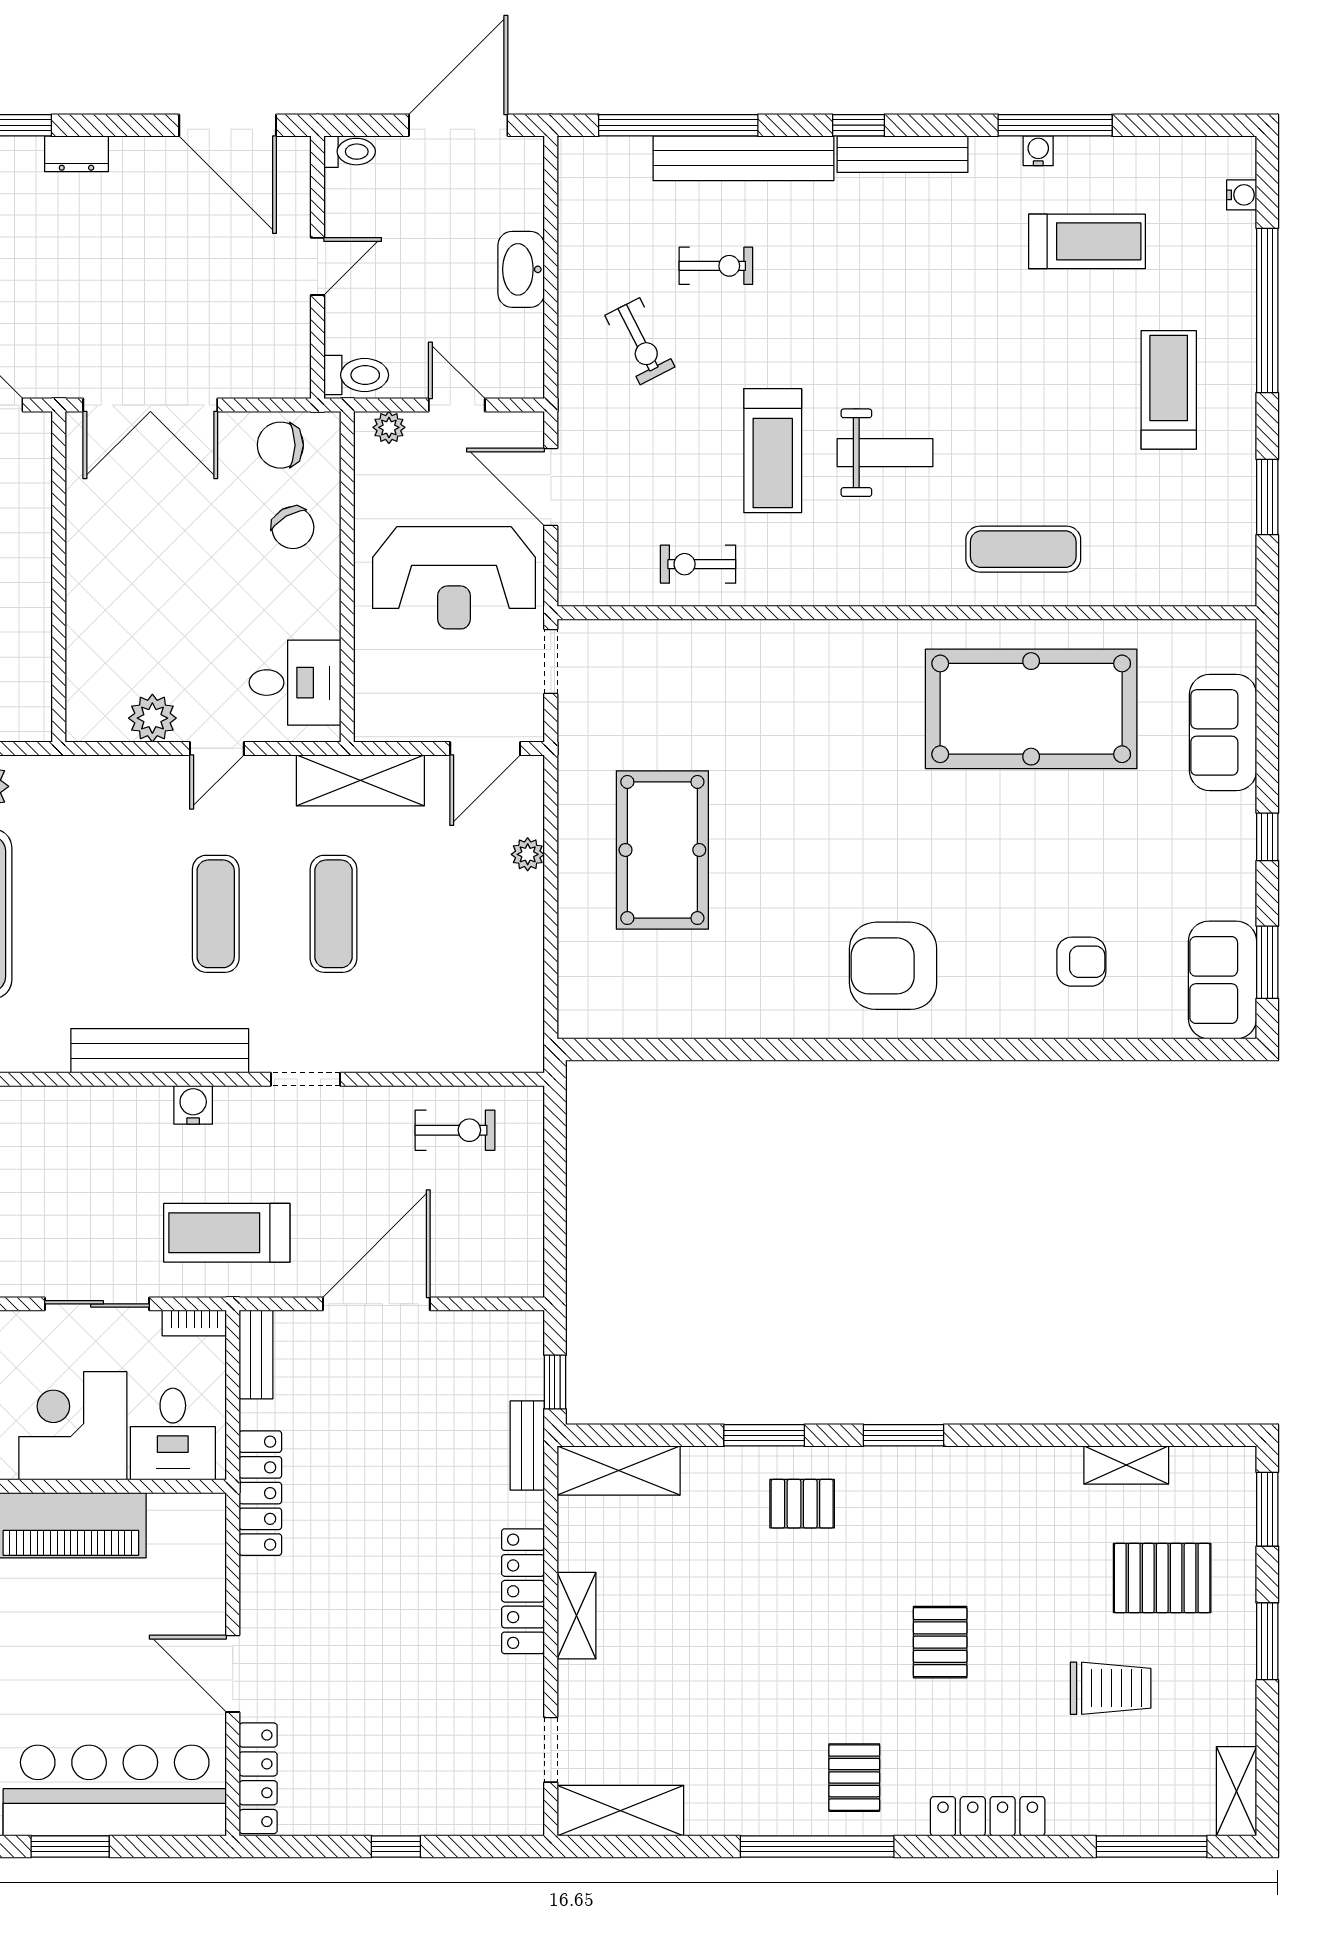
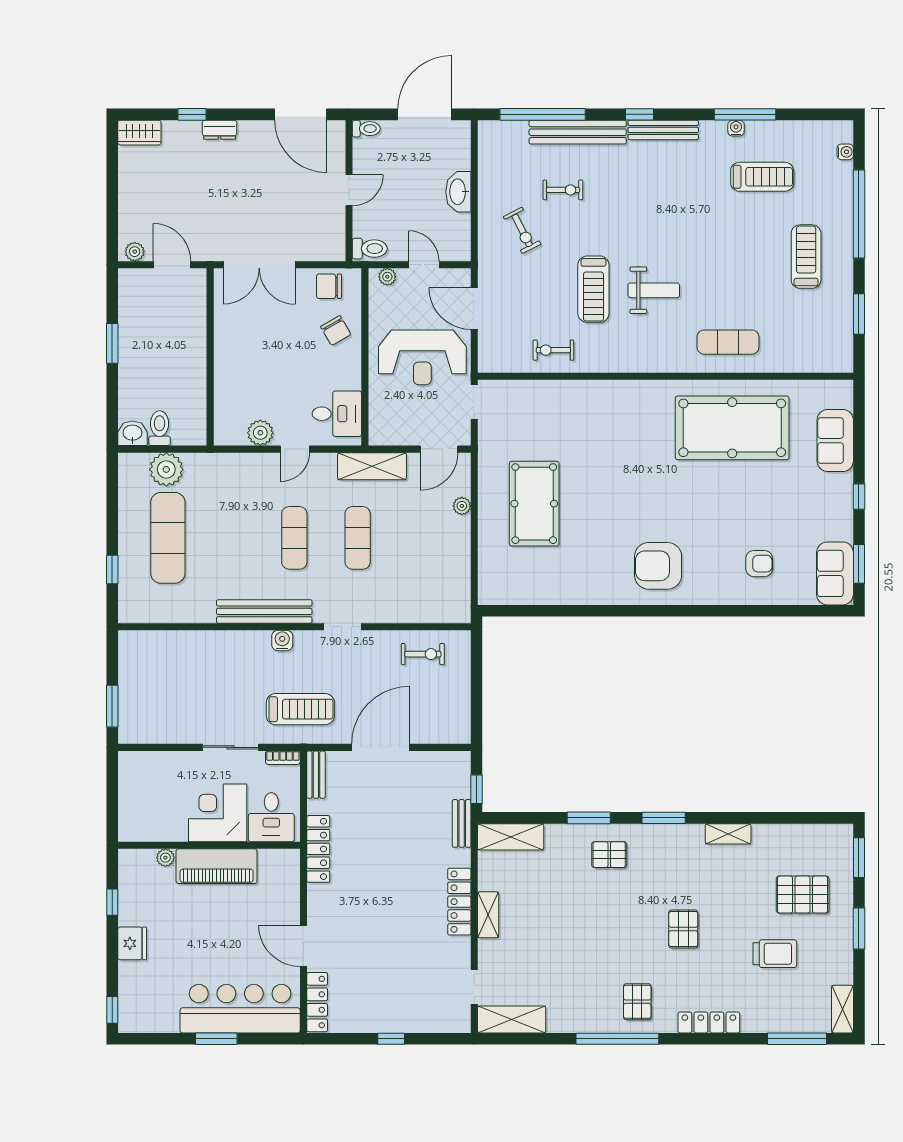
treadmill: (227, 1233) -> (300, 709), turned 180
shelving: (1126, 1465) -> (728, 834), moved

